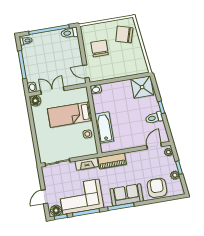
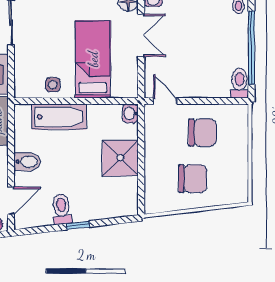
chair: (124, 34) -> (193, 179), moved, turned 74
door: (86, 72) -> (165, 101), hinge flipped
shower: (142, 87) -> (120, 158), moved
bidet: (132, 141) -> (27, 162), added
door: (154, 146) -> (11, 201), hinge flipped

